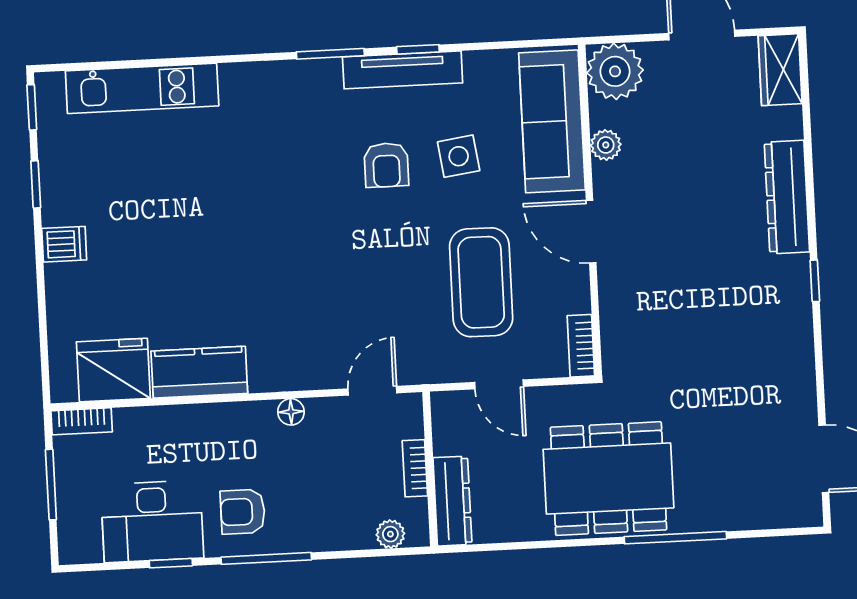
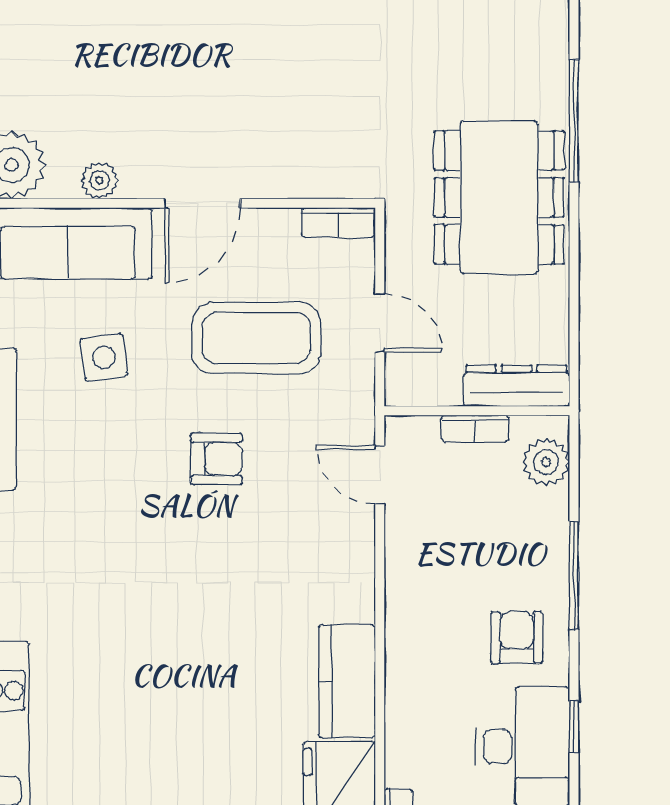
armchair: (386, 165) -> (216, 459), moved
door: (499, 384) -> (380, 323), hinge flipped
floor lamp: (291, 412) -> (400, 574), removed
armchair: (243, 512) -> (517, 638), turned 180
plant: (390, 534) -> (546, 462), width x1.38, depth x1.38
window: (266, 558) -> (574, 576), moved

